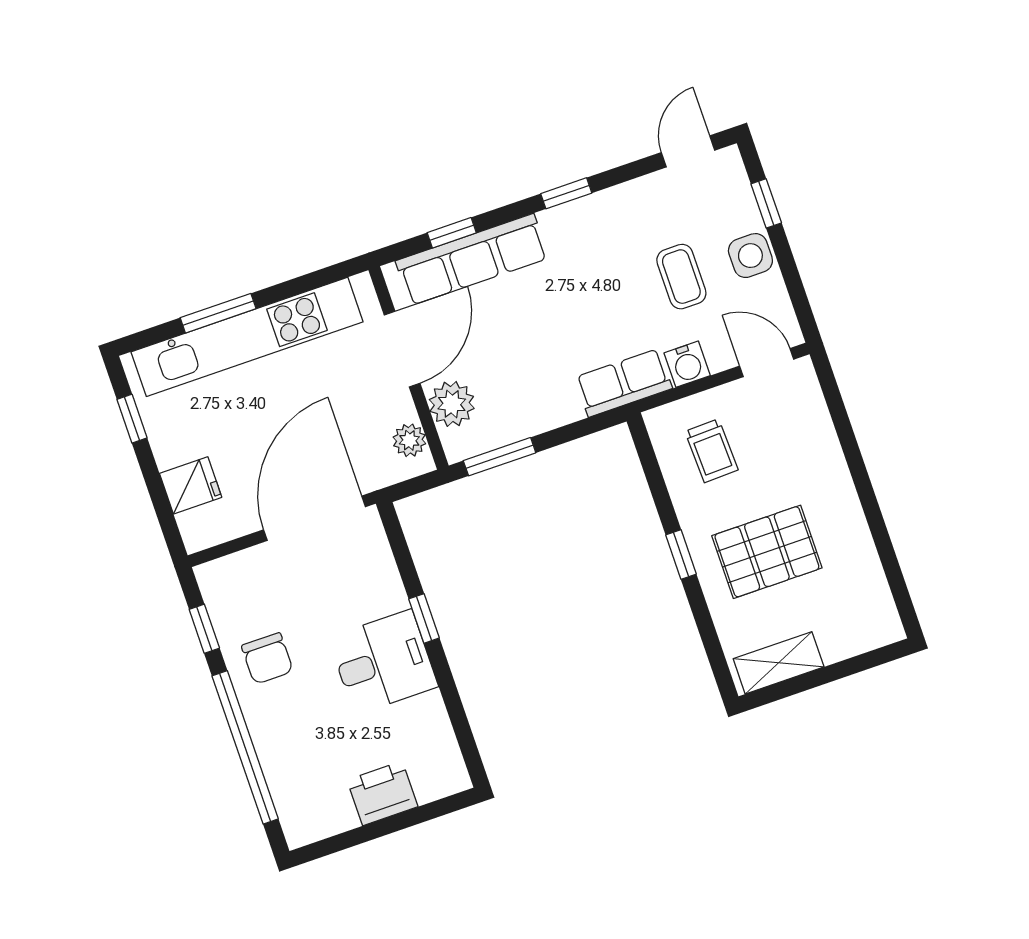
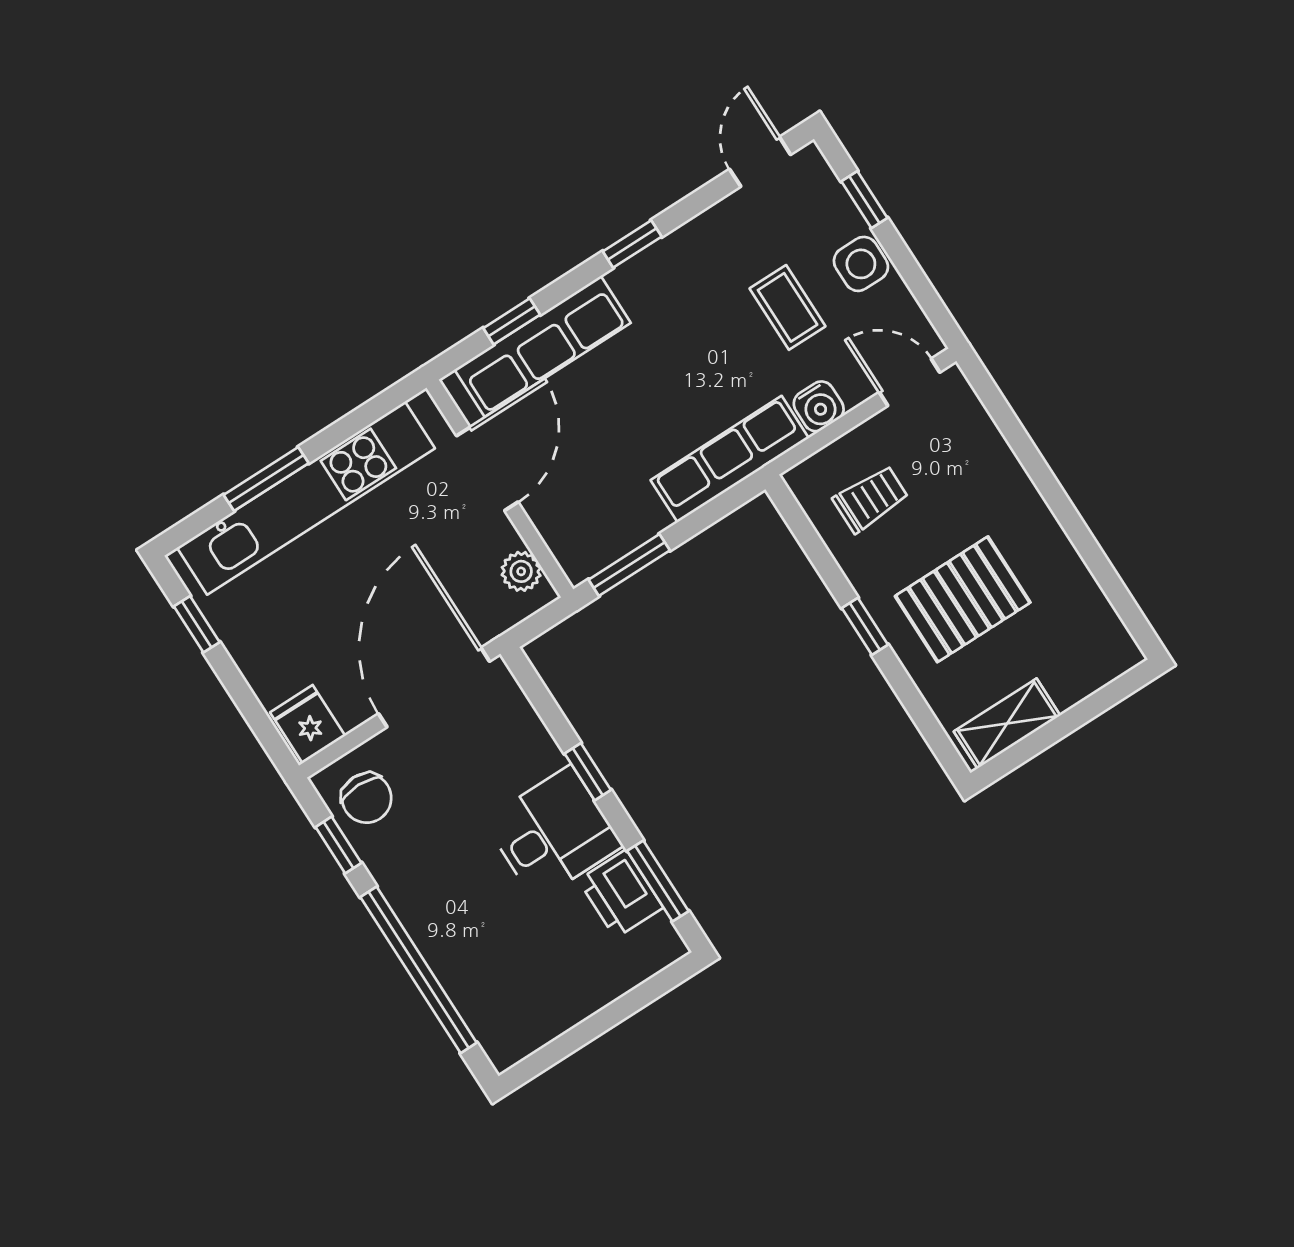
row of seats: (624, 383) -> (730, 459), width x1.48
plant: (452, 404) -> (560, 518), removed
trolley: (711, 451) -> (871, 499), turned -88
fridge: (191, 485) -> (308, 724), moved, turned -90
chair: (267, 658) -> (367, 798), moved
window: (460, 722) -> (658, 881), added
printer: (382, 793) -> (621, 894), moved, turned -90

